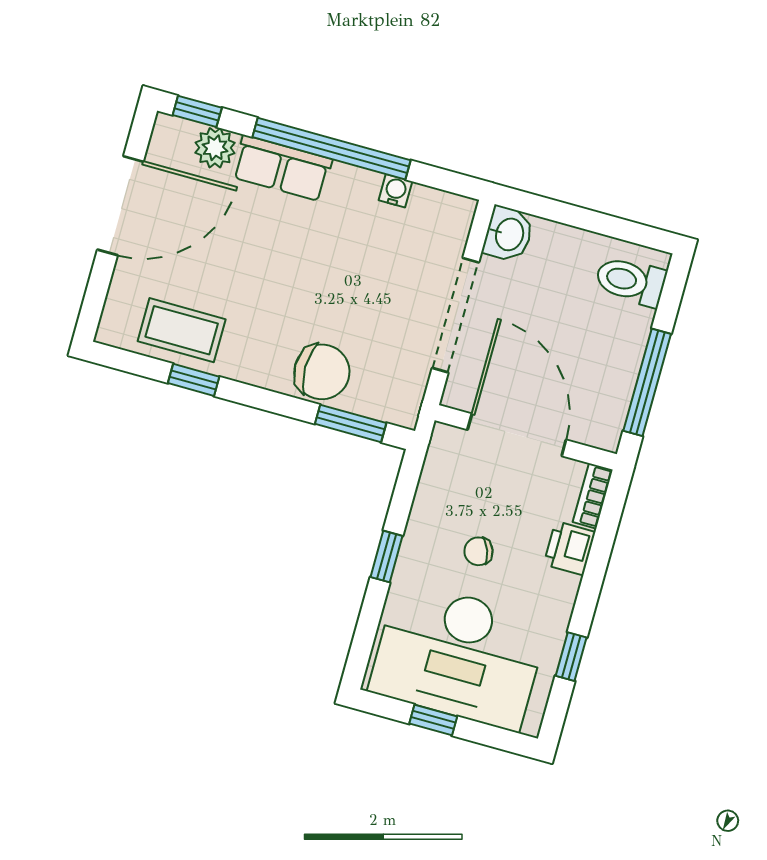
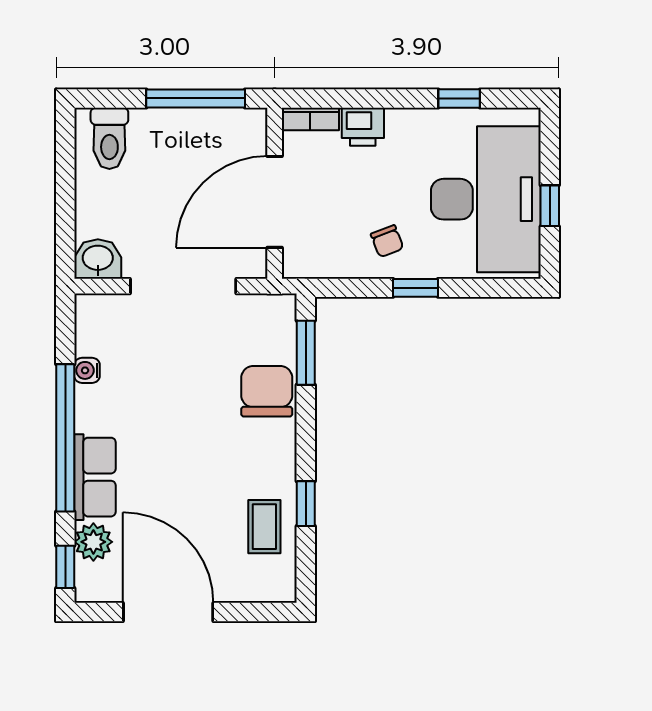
coffee table: (182, 330) -> (264, 527), width x0.73, depth x0.77
chair: (478, 551) -> (387, 241), moved

